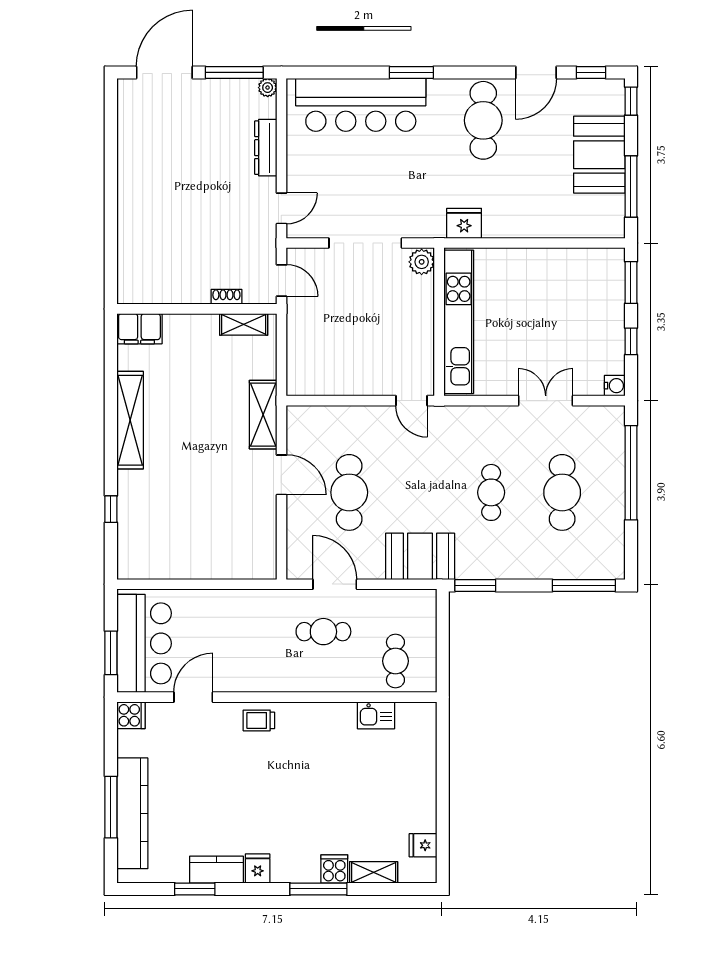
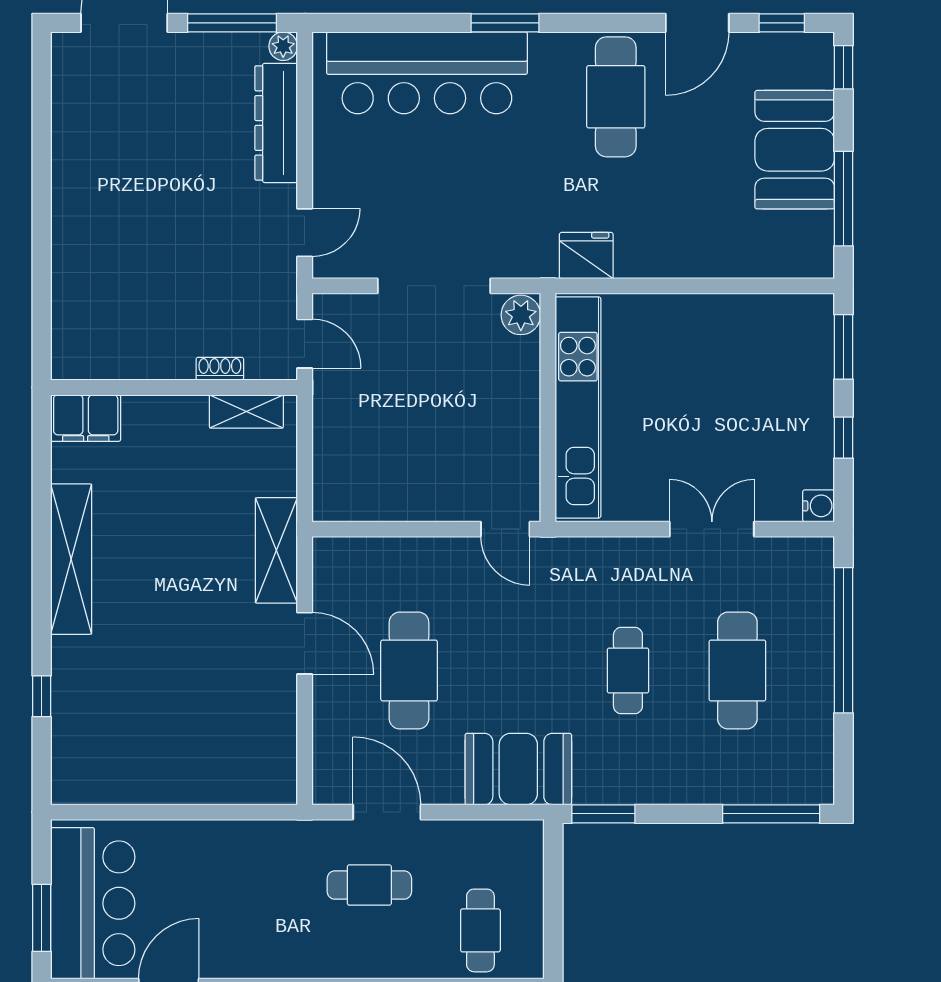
dresser: (266, 148) -> (276, 123), width x1.37, depth x1.24

